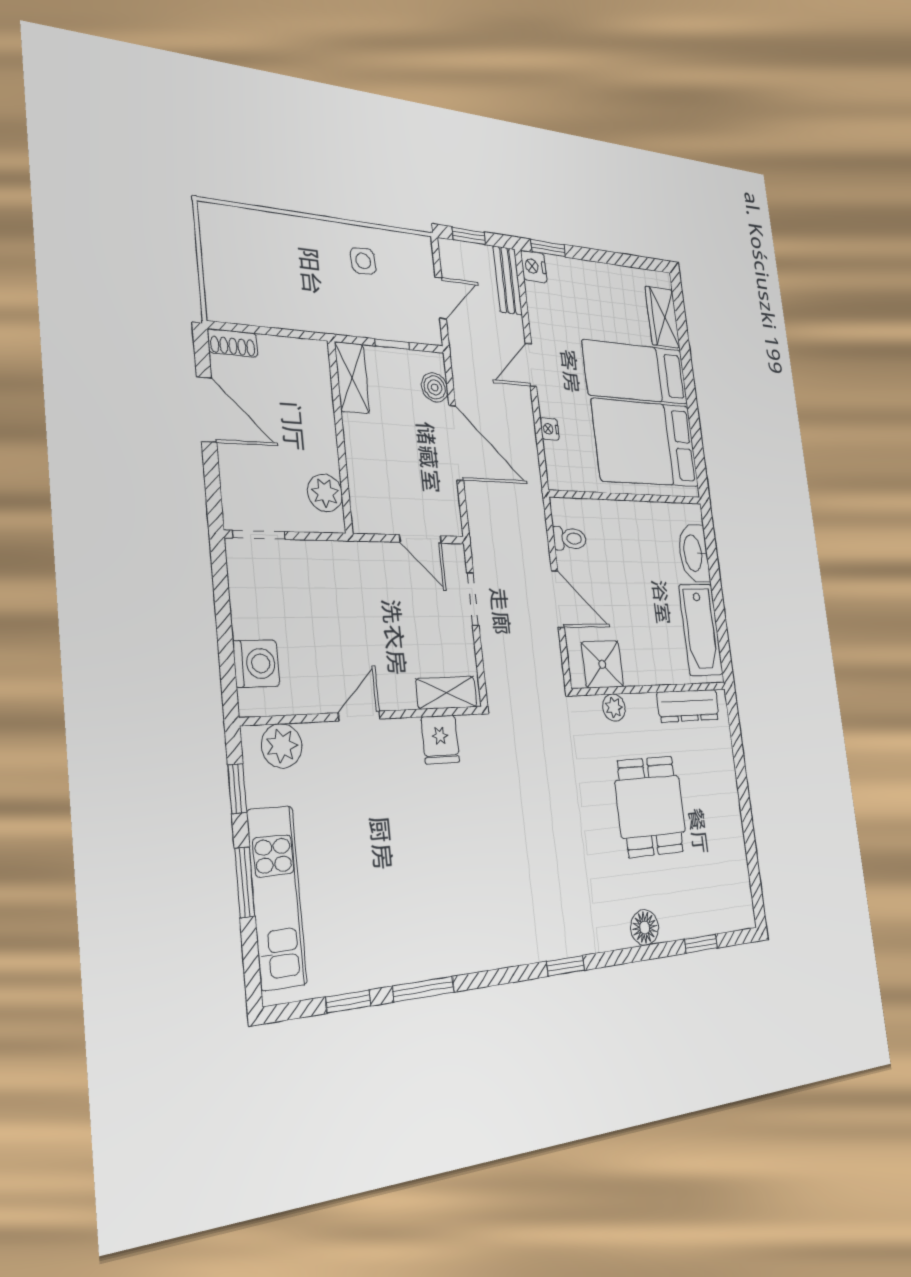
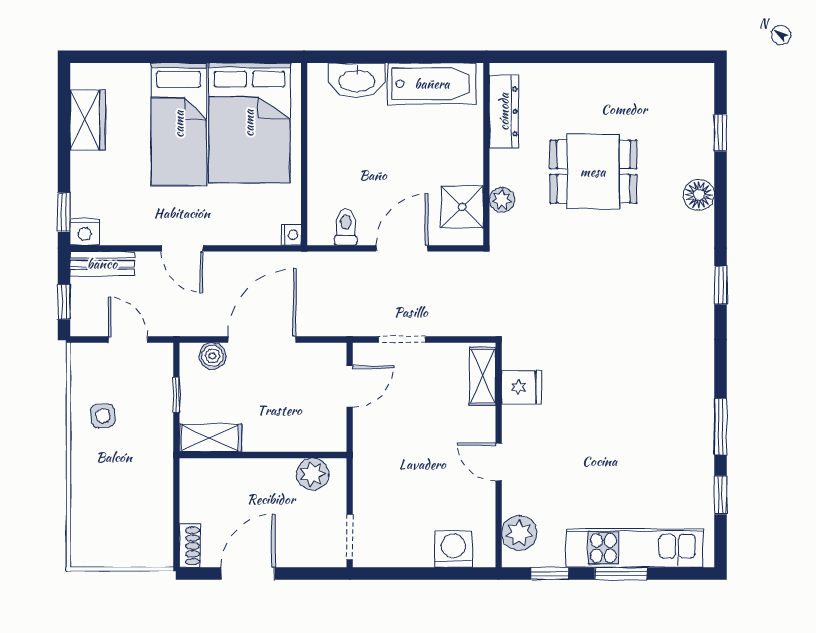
wardrobe: (663, 317) -> (88, 120), moved, turned -90
nightstand: (550, 429) -> (291, 235), moved, turned -90

